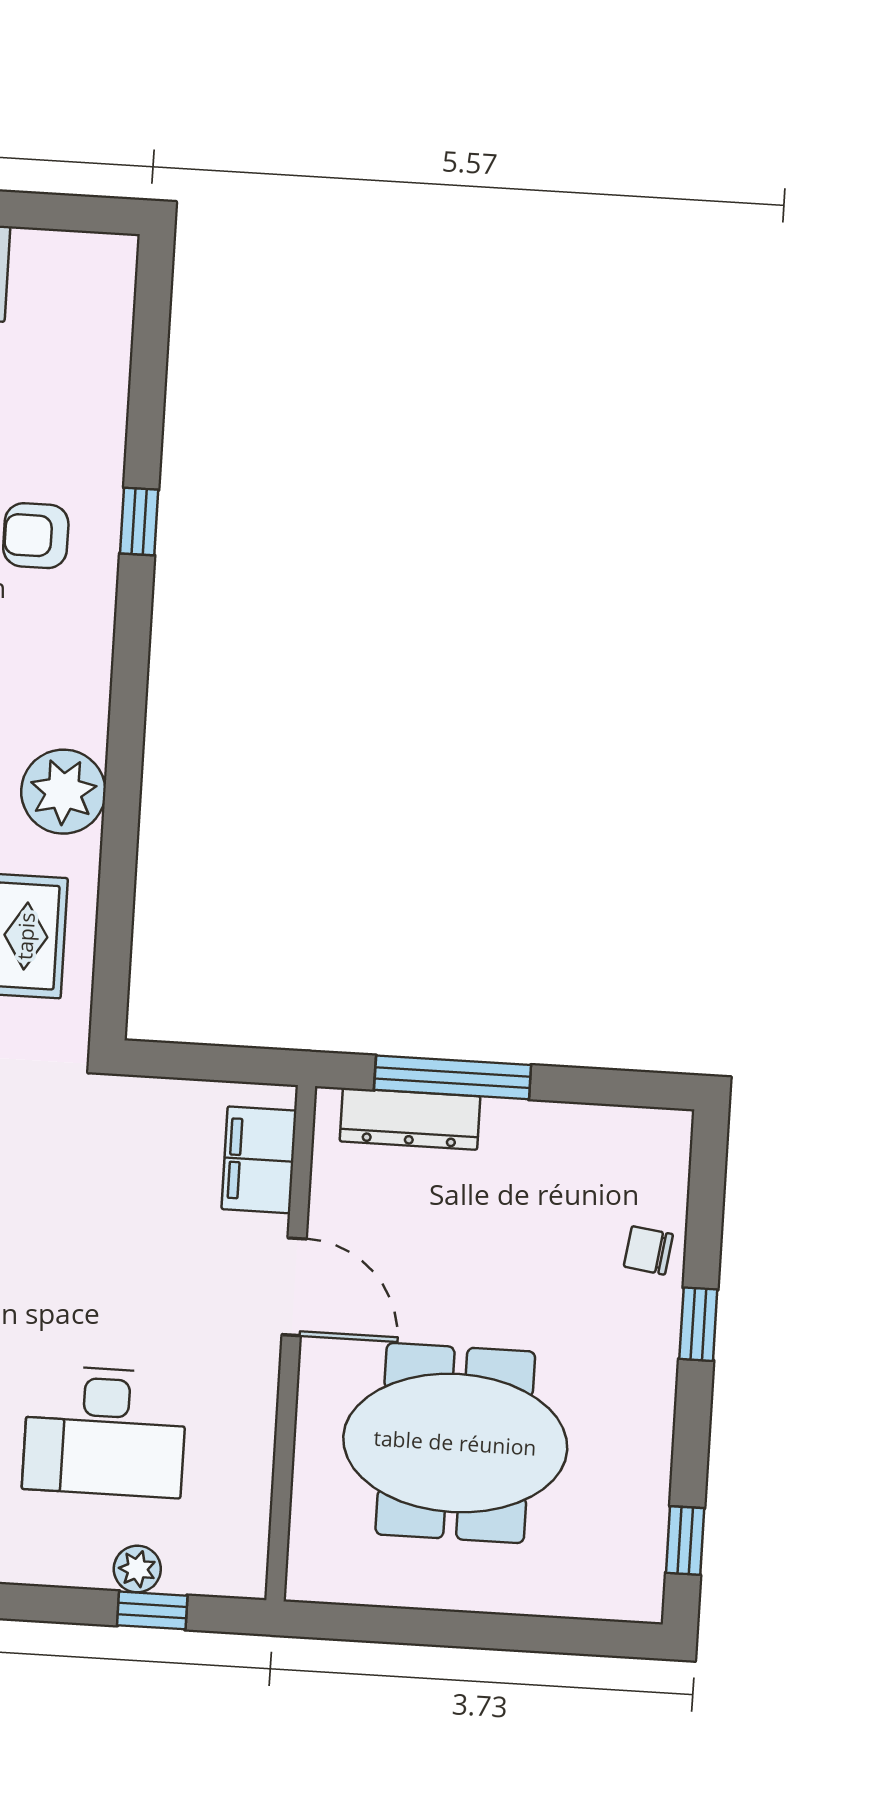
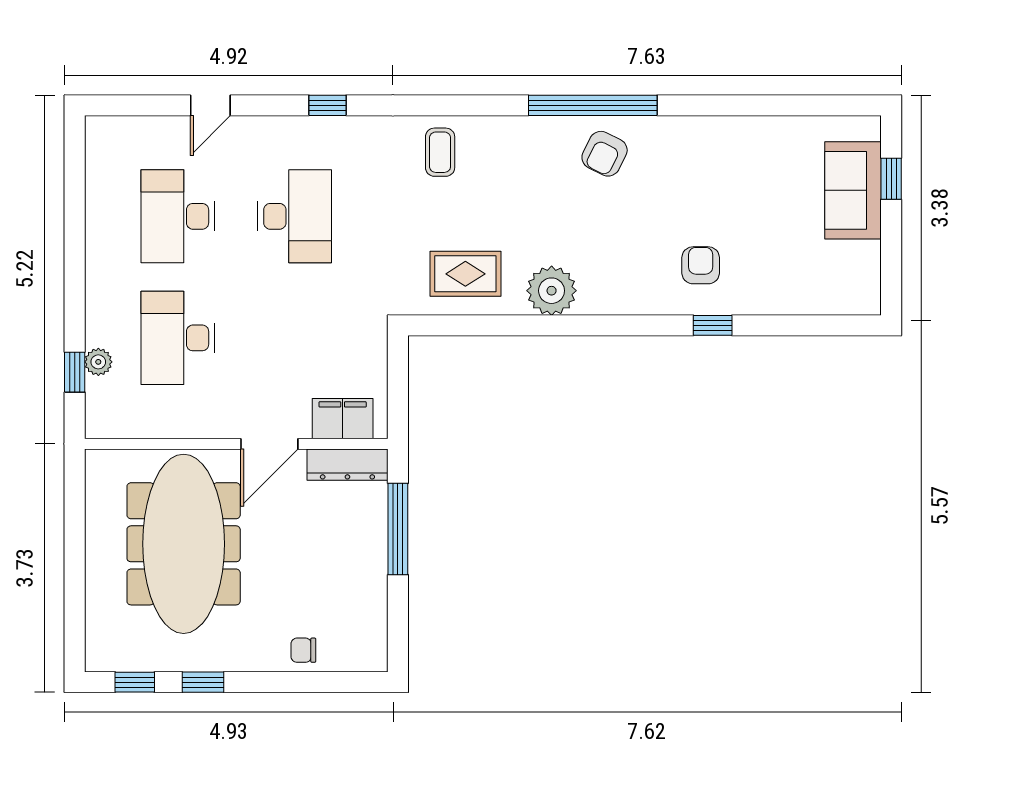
dresser: (410, 1119) -> (347, 465), moved, turned -90
chair: (648, 1250) -> (303, 650), turned -98
window: (698, 1324) -> (203, 682), moved
meeting table: (455, 1443) -> (184, 544), width x1.36

